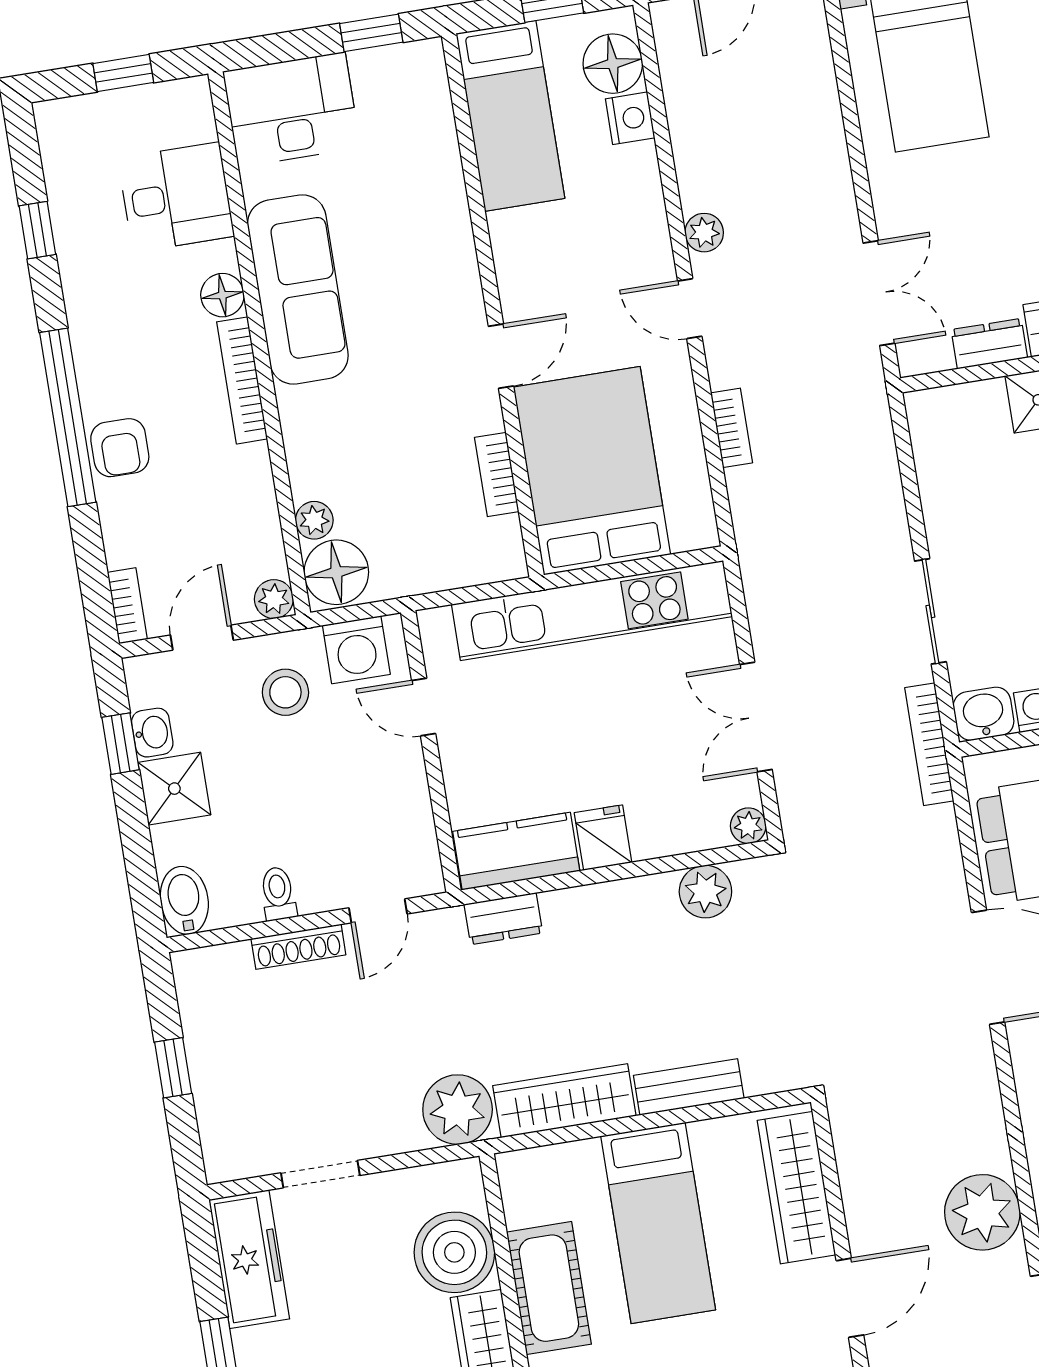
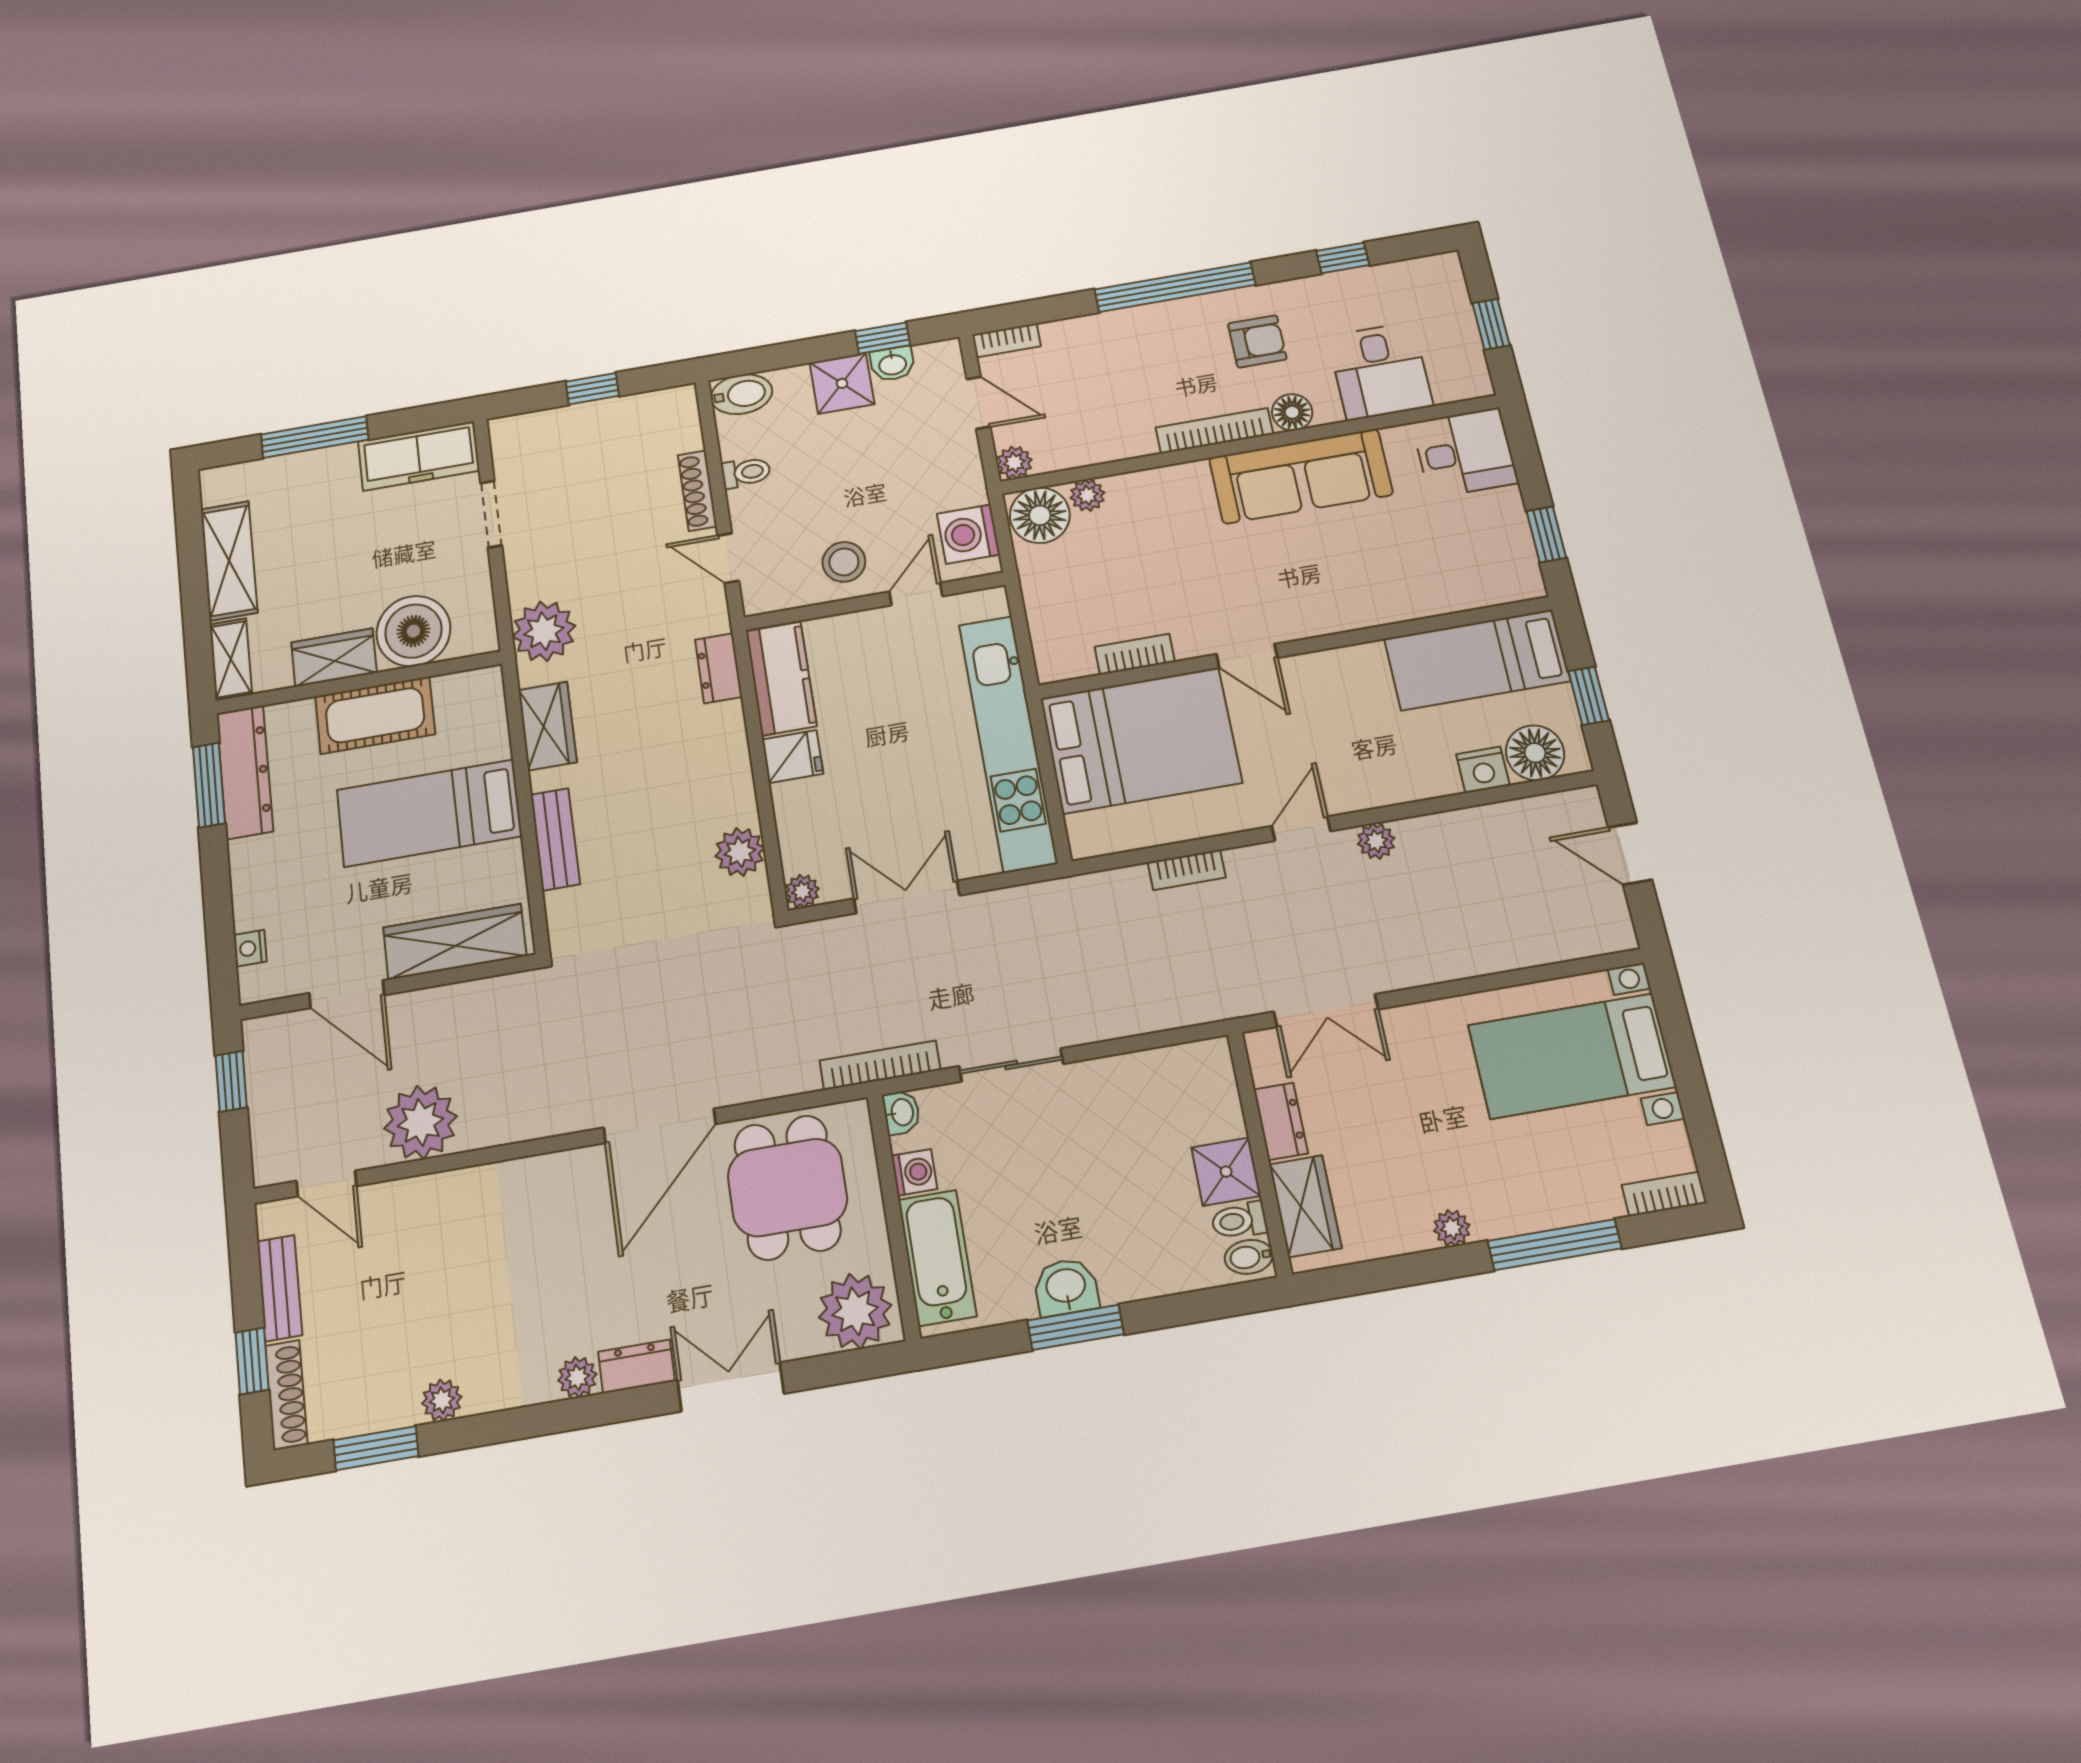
desk: (292, 109) -> (1465, 453), width x0.73
armchair: (120, 448) -> (1257, 341), moved, turned 180
stool: (285, 692) -> (844, 562), moved
washbasin: (984, 714) -> (901, 1112), width x0.72, depth x0.69
wardrobe: (564, 1101) -> (548, 726), width x0.67

